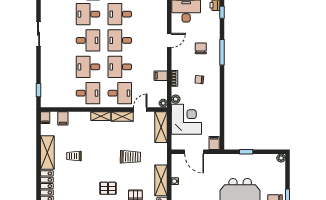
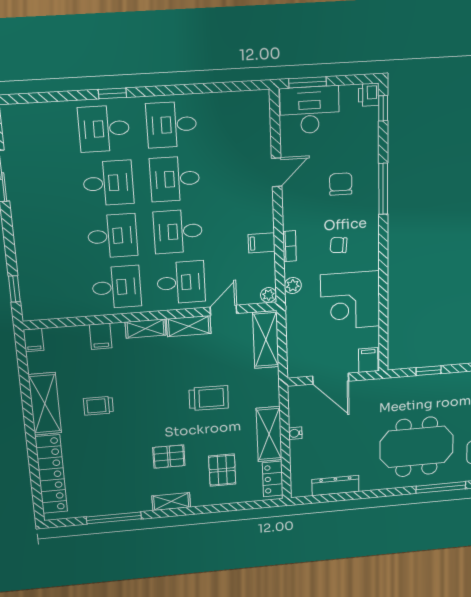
desk: (88, 67) -> (112, 236), turned 180
filing cabinet: (63, 118) -> (101, 336), moved
corner desk: (186, 119) -> (350, 301), moved, turned 180

